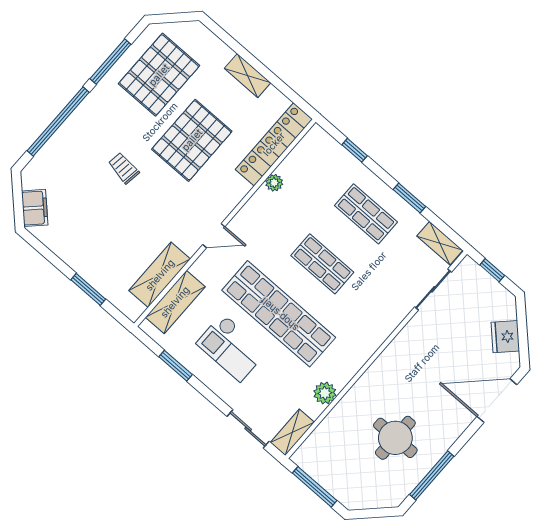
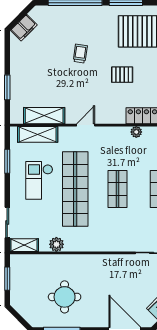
pallet: (192, 140) -> (122, 75), width x0.49, depth x0.50
door: (214, 236) -> (86, 125), swing flipped
window: (315, 487) -> (7, 279), width x0.69

